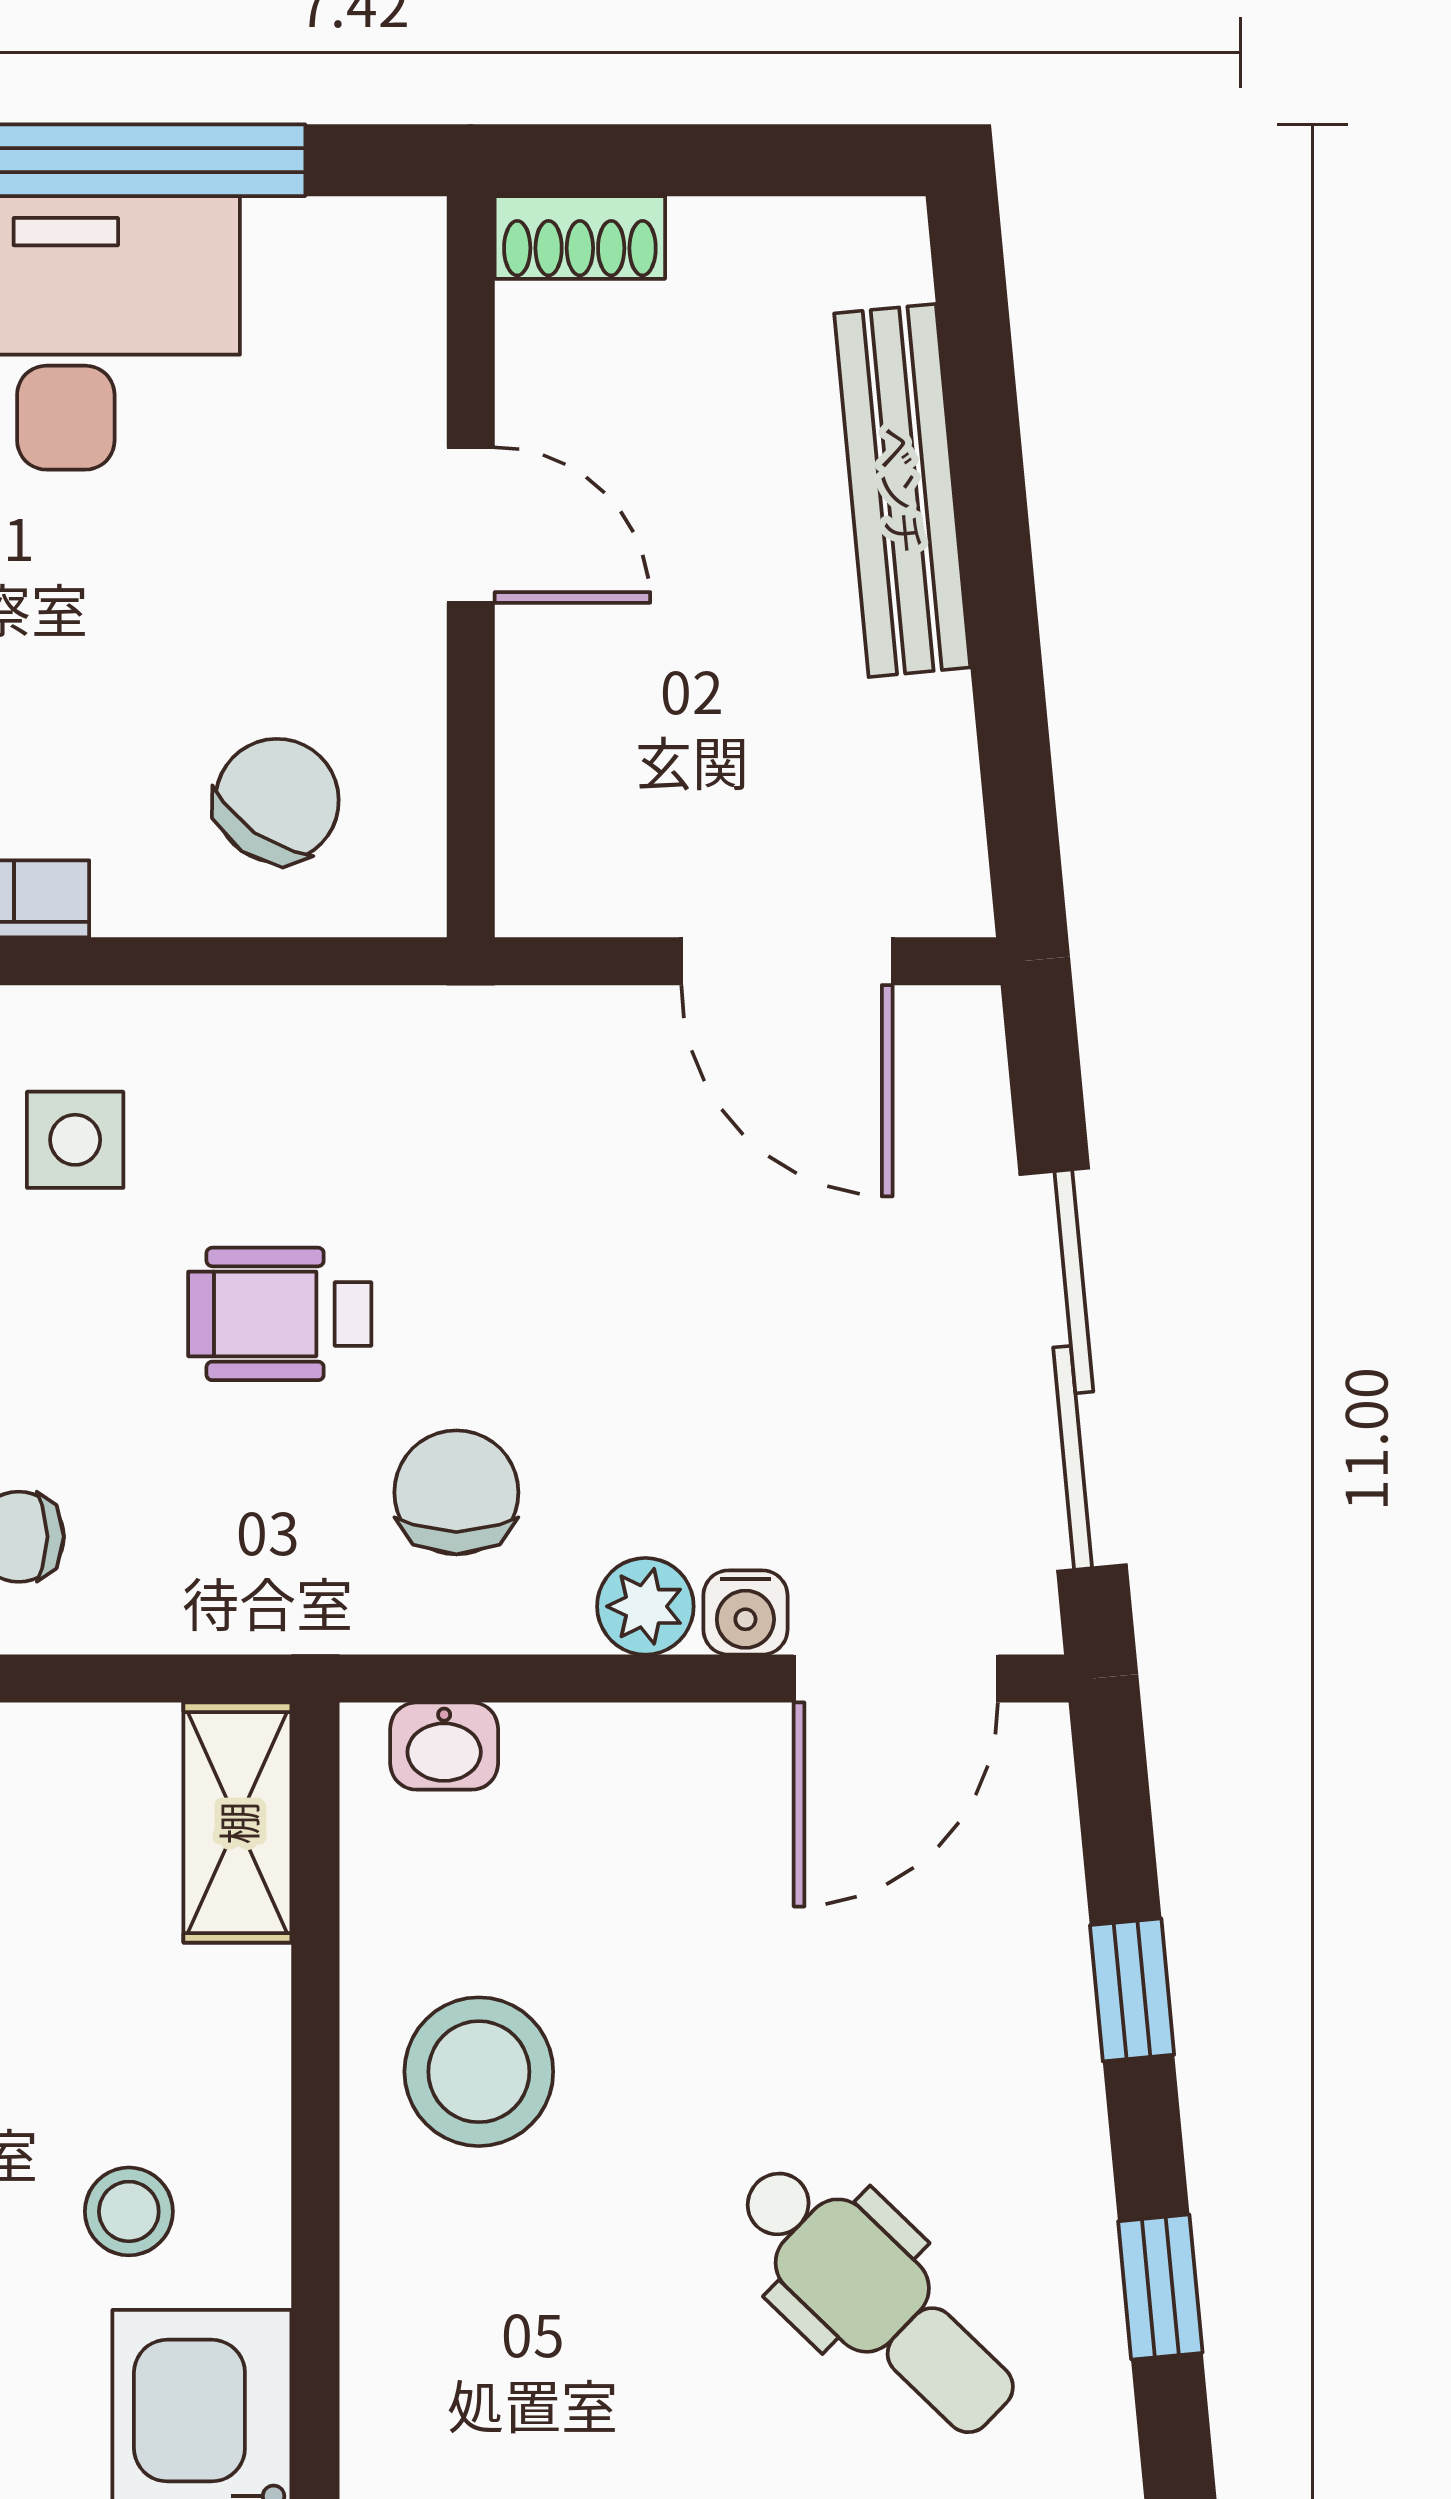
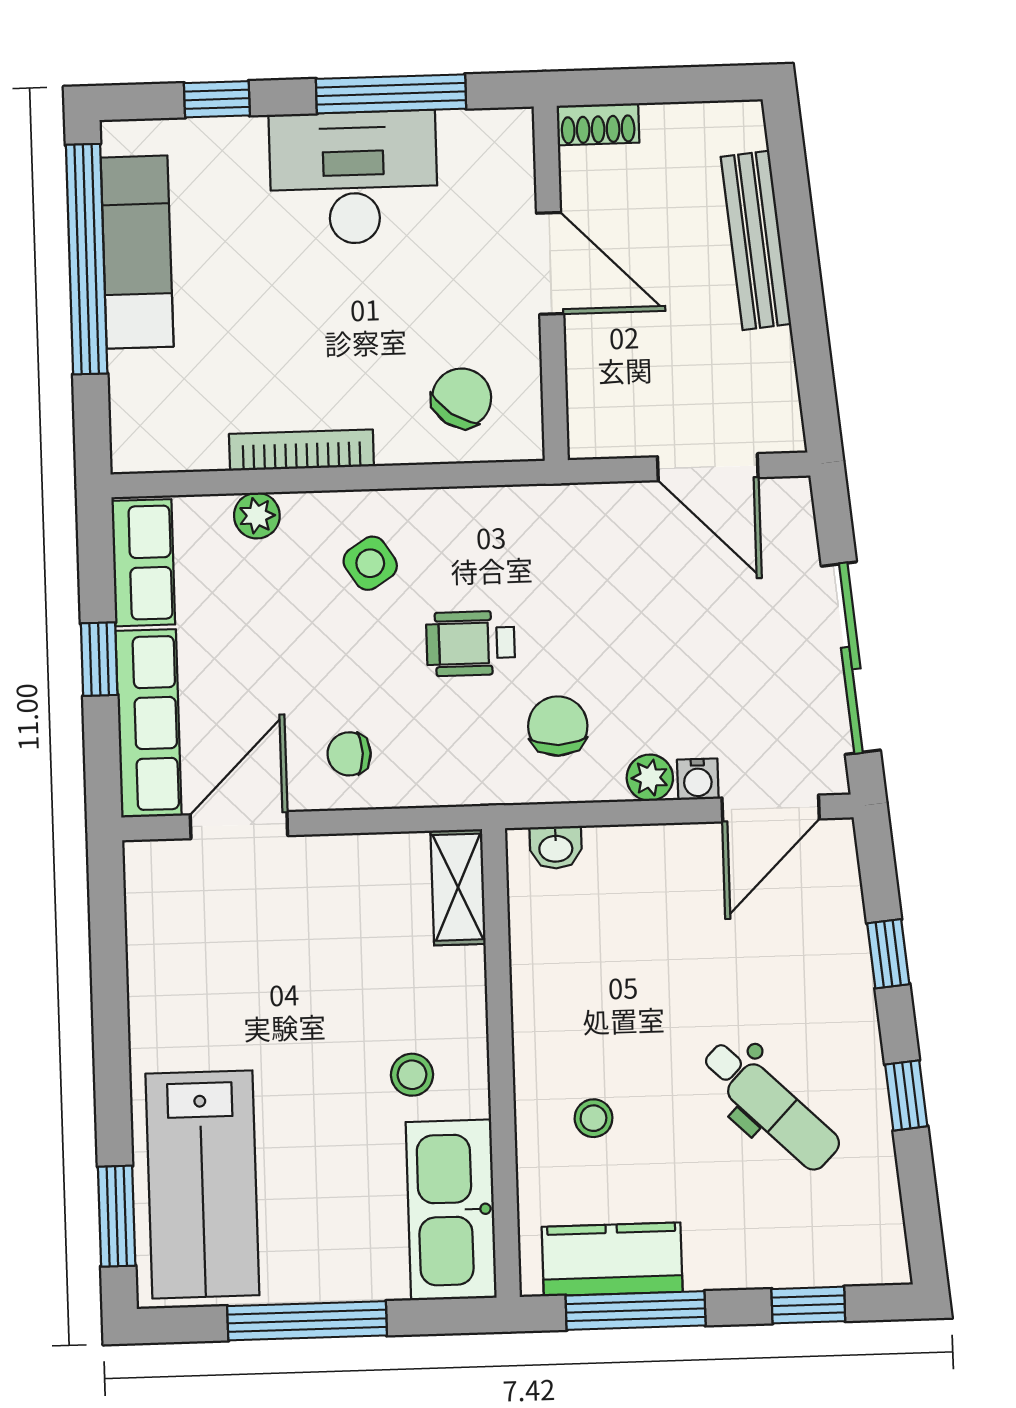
door: (471, 525) -> (550, 263), width x1.38
side table: (75, 1140) -> (370, 563), turned -33
stool: (479, 2072) -> (594, 1118), moved, width x0.53, depth x0.53

